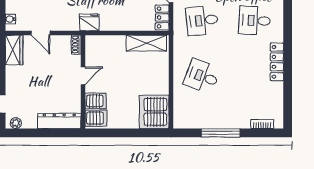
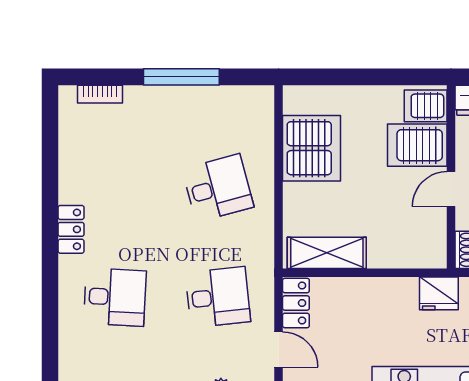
locker: (277, 62) -> (71, 229), width x0.66
desk: (202, 76) -> (218, 188), turned -36
server rack: (96, 101) -> (417, 145), width x1.36, depth x1.44
server rack: (154, 112) -> (311, 148), moved

